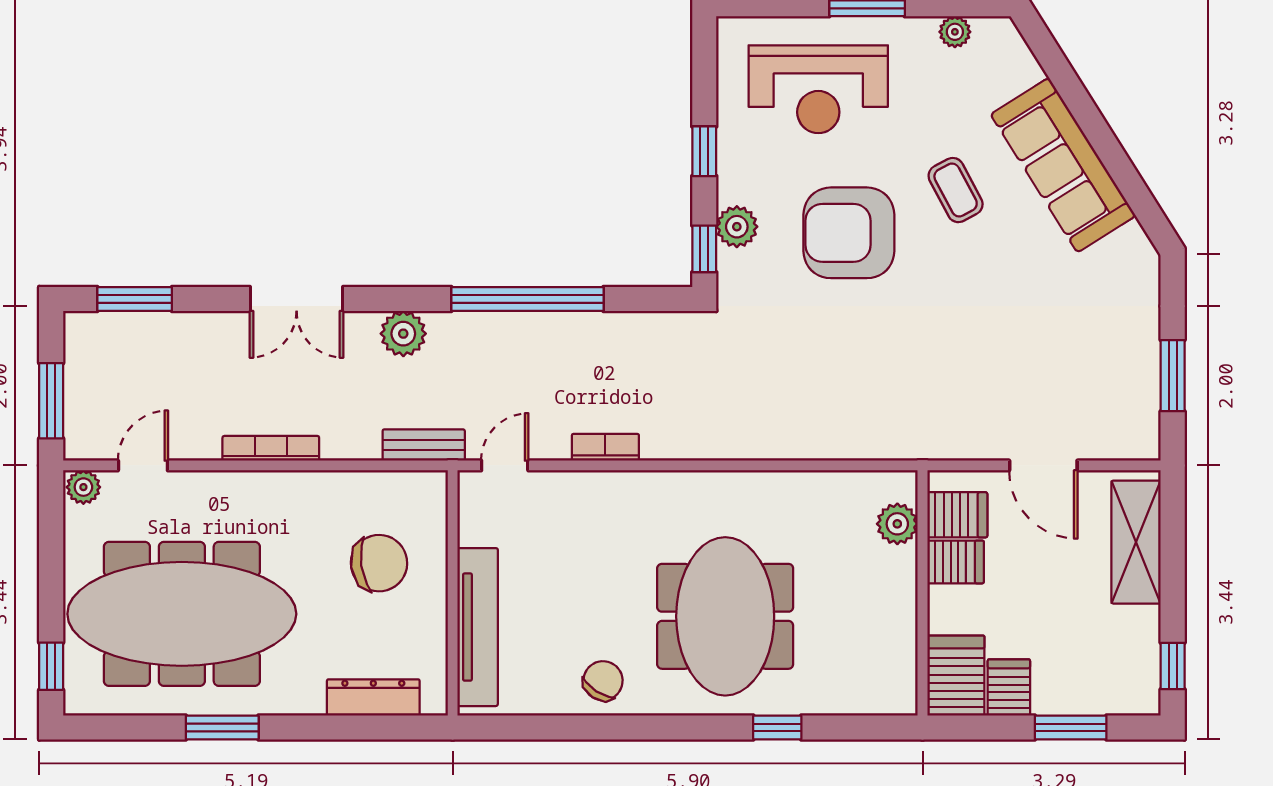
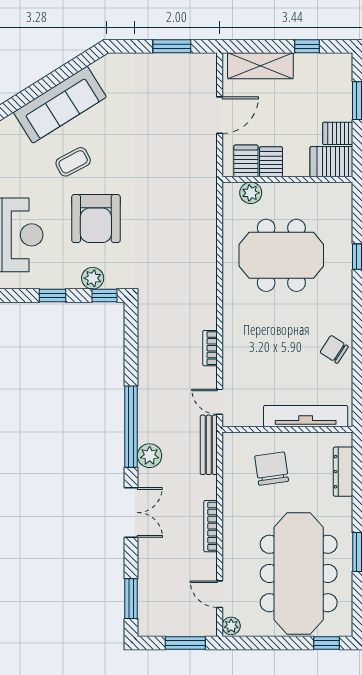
window: (527, 299) -> (131, 427), moved
bench: (424, 445) -> (209, 445), width x1.36
meeting table: (725, 616) -> (281, 255), moved
window: (1173, 666) -> (307, 46), moved

